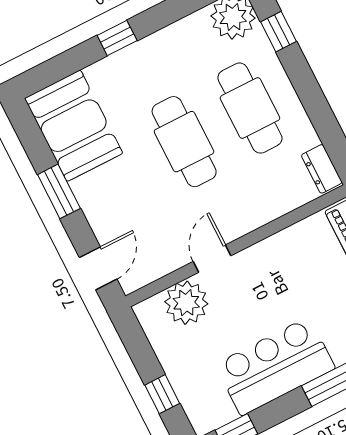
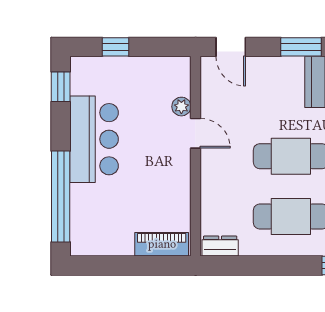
plant: (186, 303) -> (181, 107), width x0.53, depth x0.53

